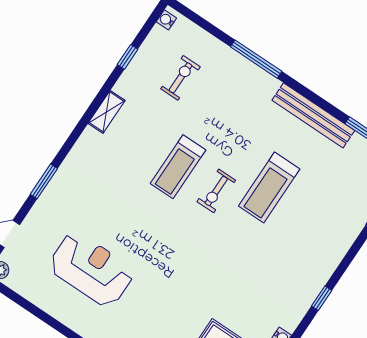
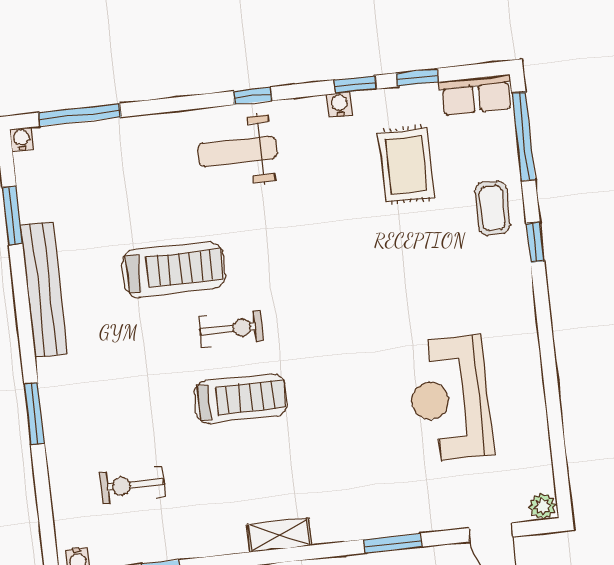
window: (256, 59) -> (34, 414), width x0.69
shelving: (107, 112) -> (279, 535), moved
weight bench: (301, 268) -> (237, 151), added

